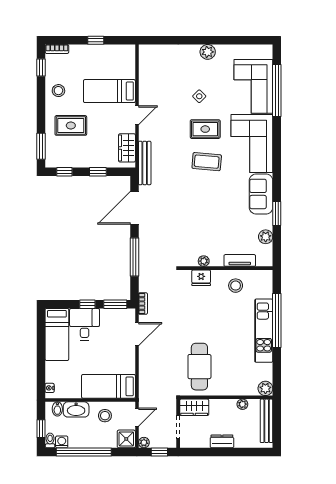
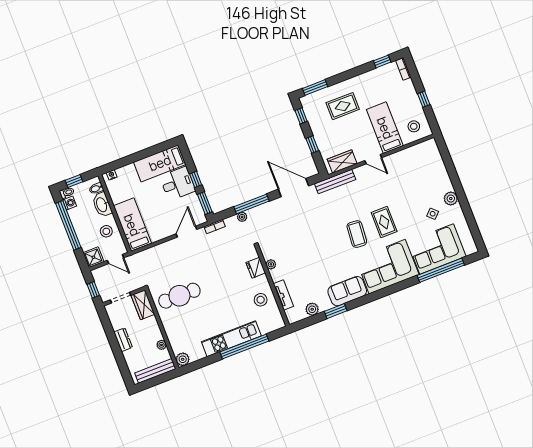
stool: (58, 91) -> (414, 126), moved
side table: (199, 96) -> (433, 214), moved
rug: (71, 125) -> (343, 106), turned 90
door: (137, 334) -> (186, 232), swing flipped
plant: (144, 443) -> (242, 217), moved

